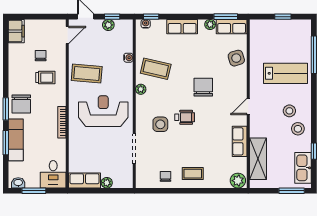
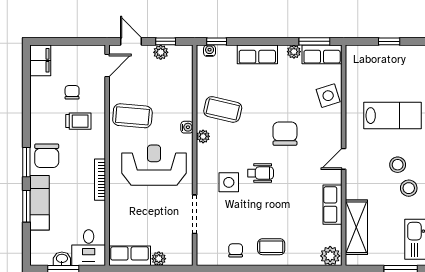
water cooler: (128, 58) -> (187, 127), moved
washbasin: (18, 183) -> (62, 259), moved

